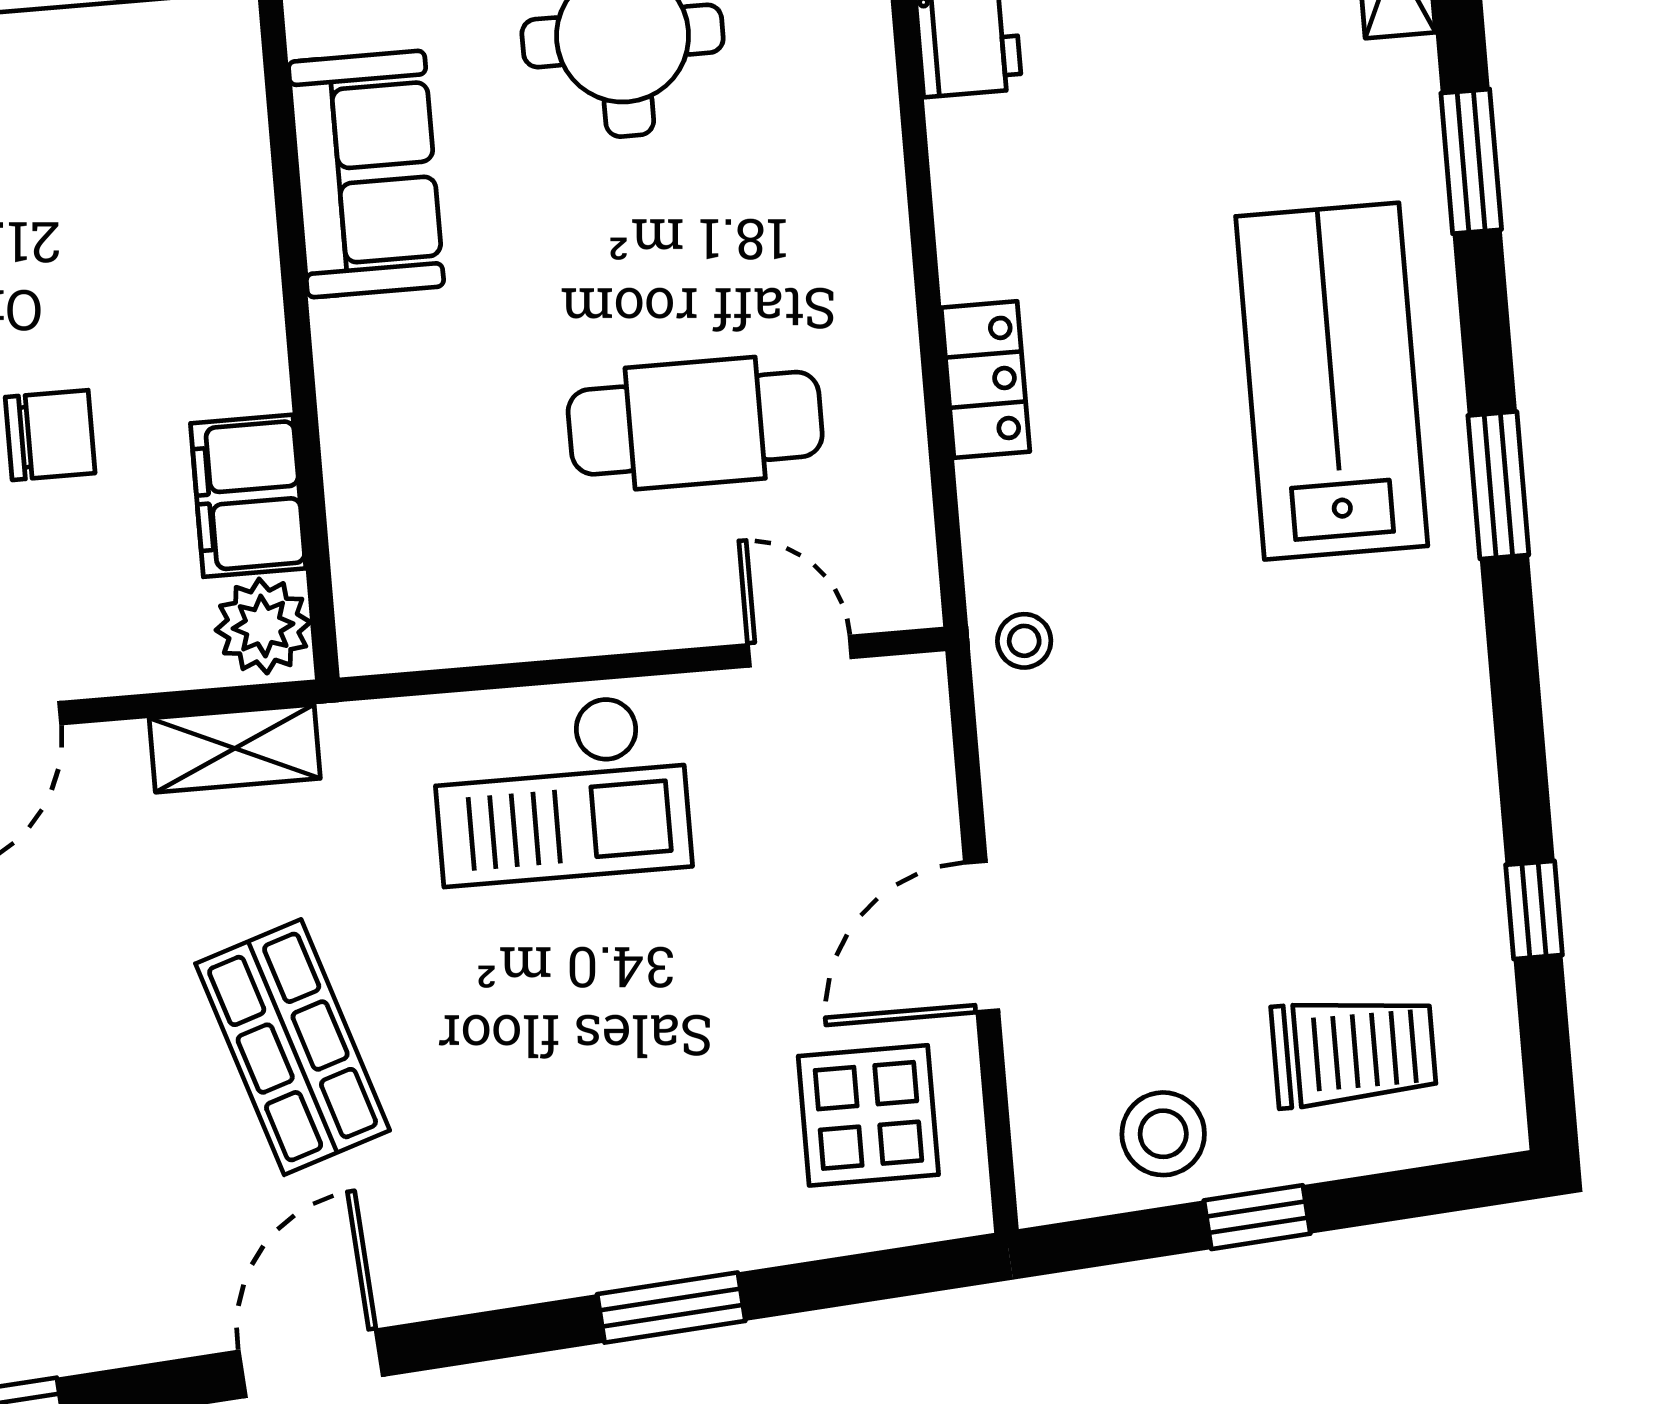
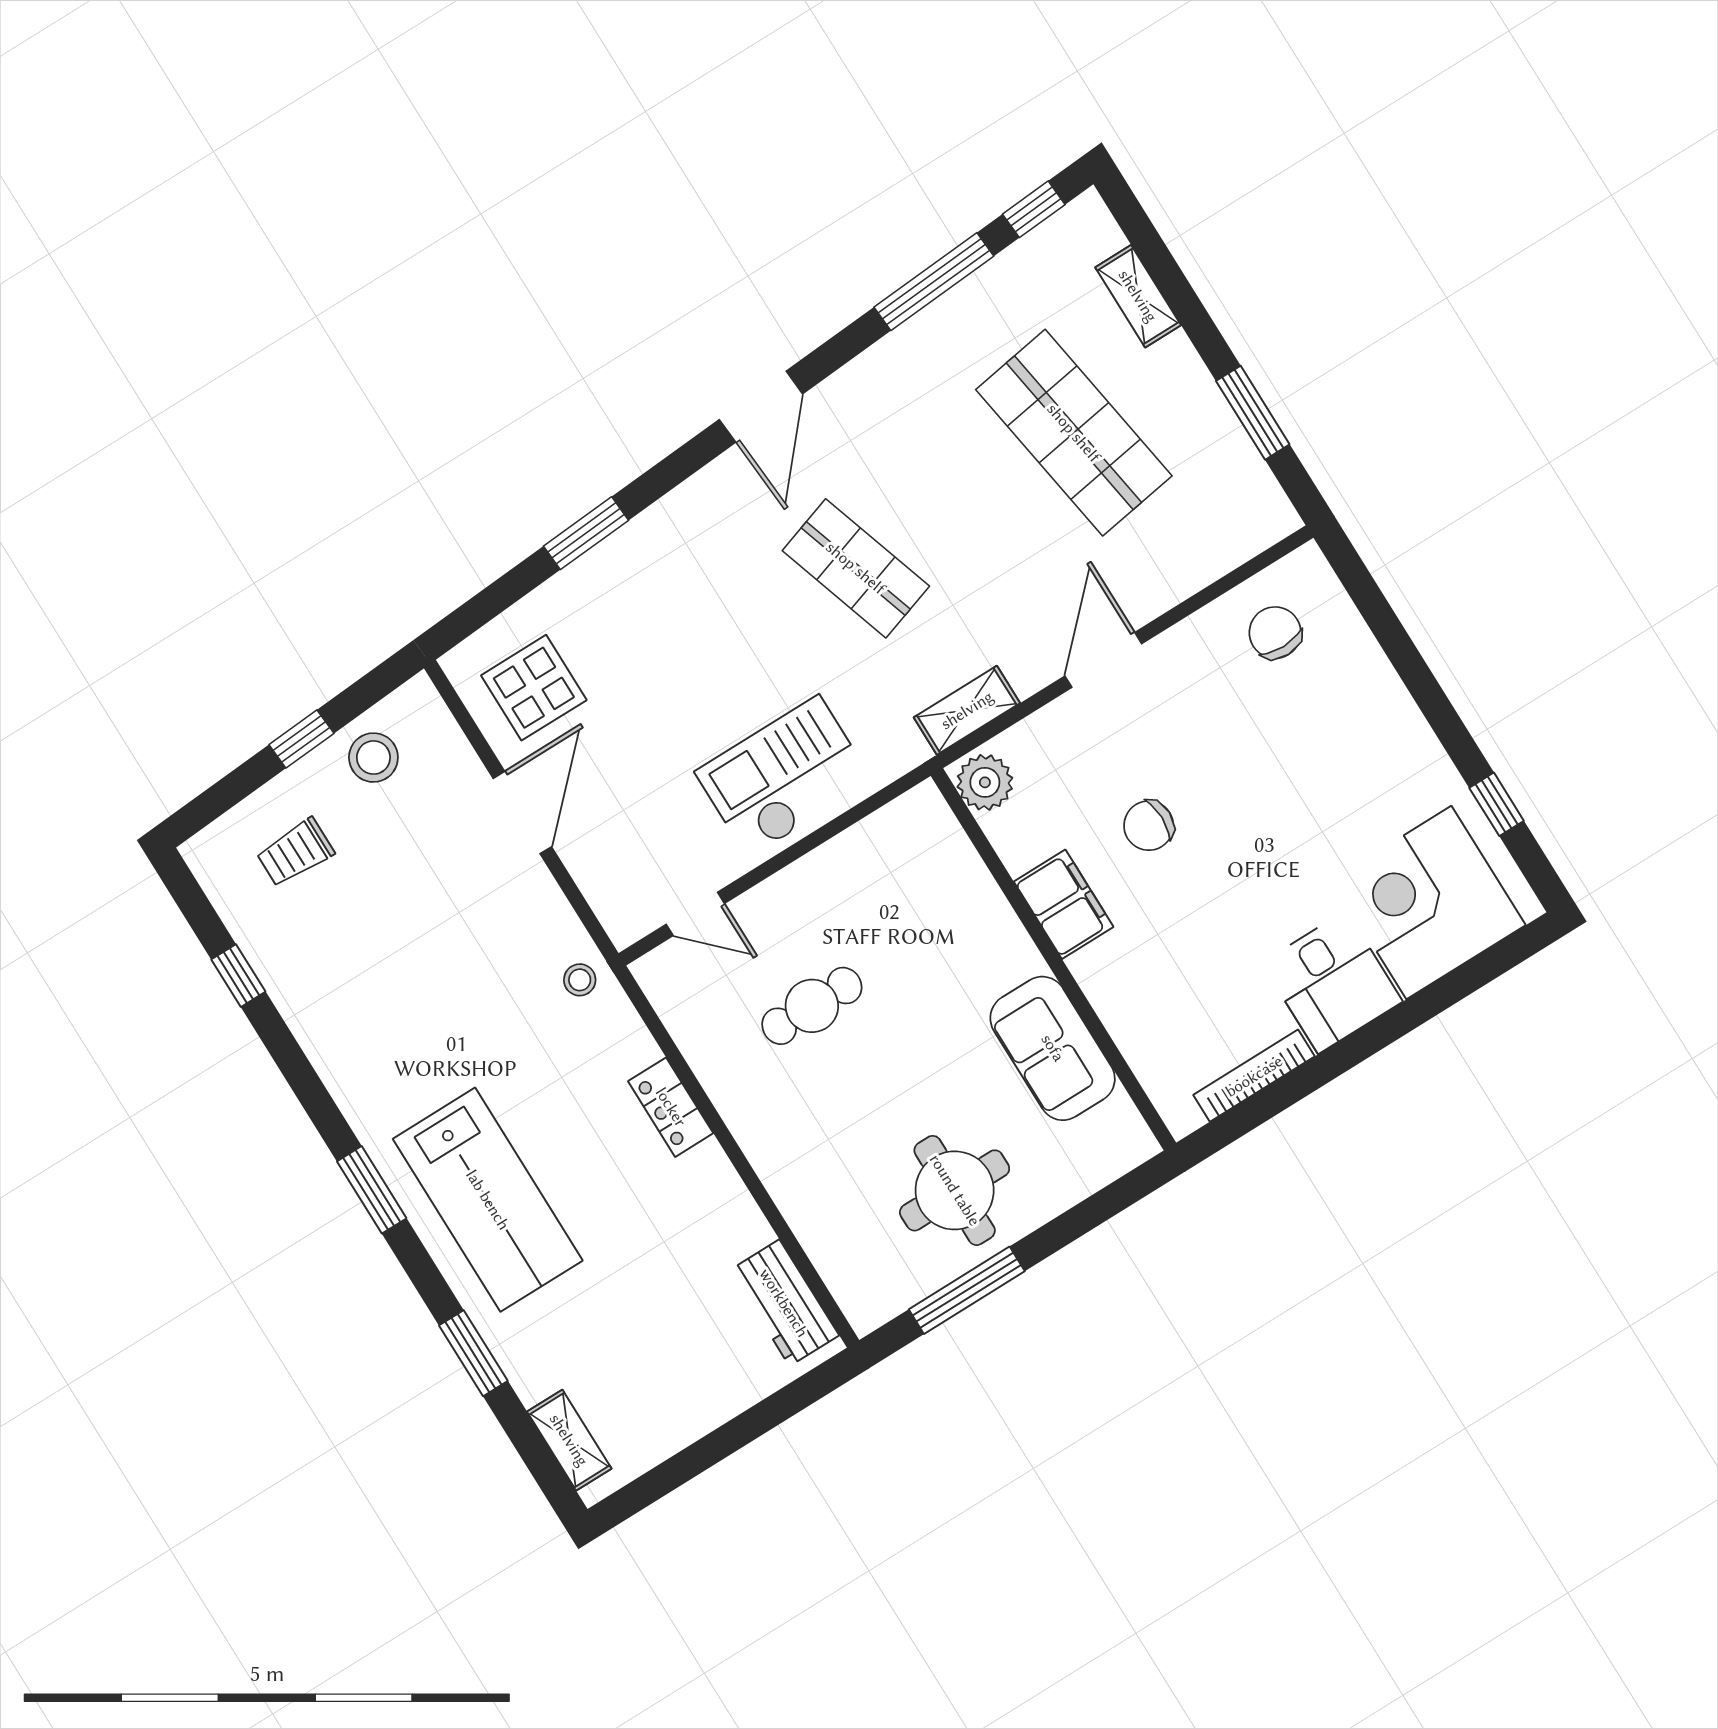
cafe table: (695, 423) -> (812, 1006), width x0.73, depth x0.74
filing cabinet: (248, 496) -> (1064, 904), moved
trolley: (1354, 1051) -> (295, 852), width x0.73, depth x0.72

